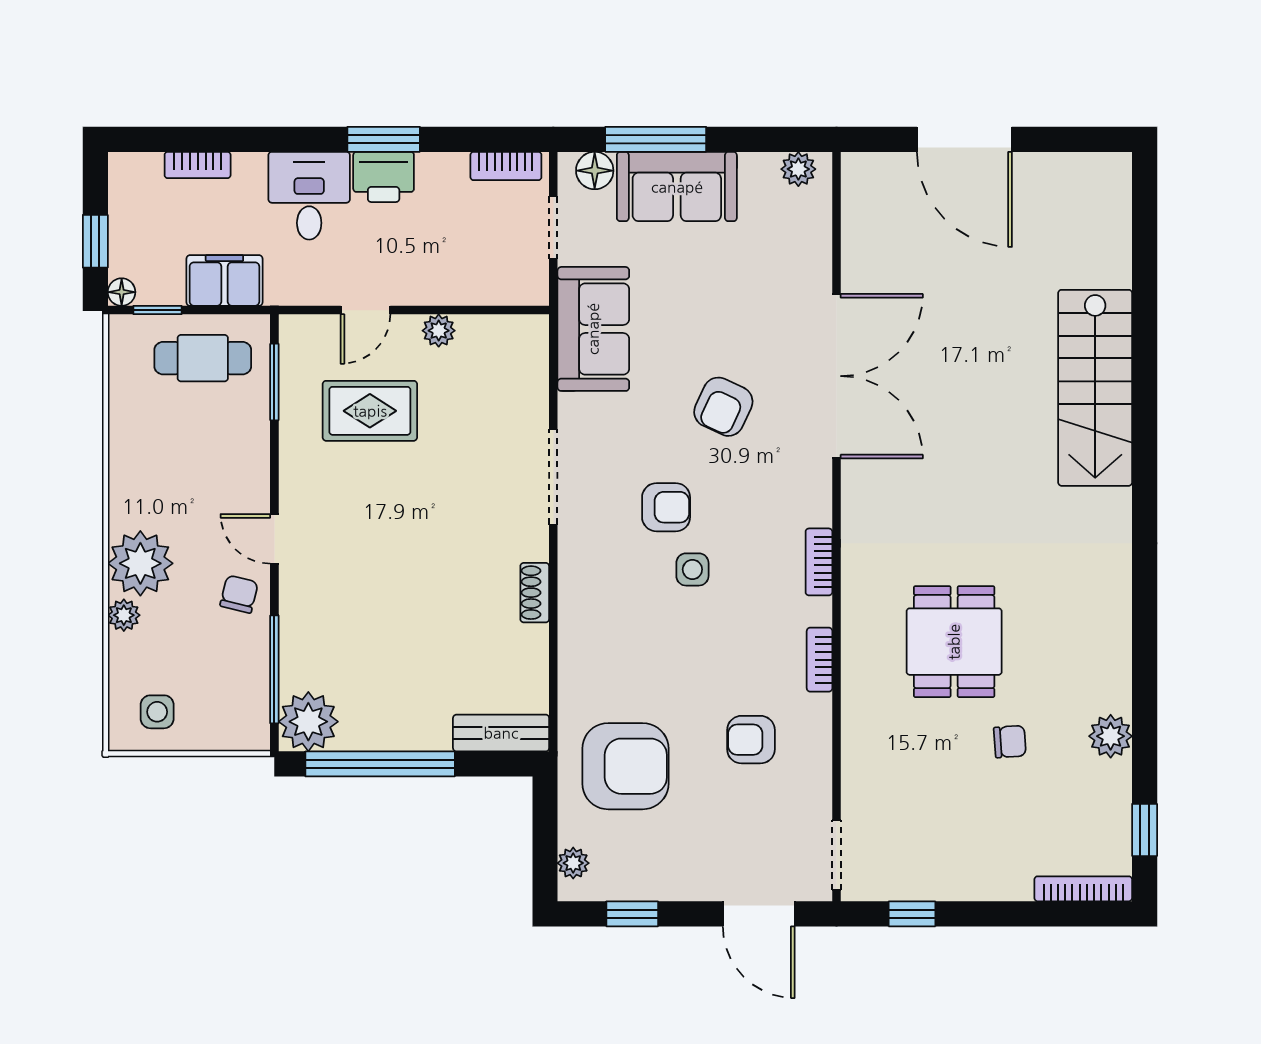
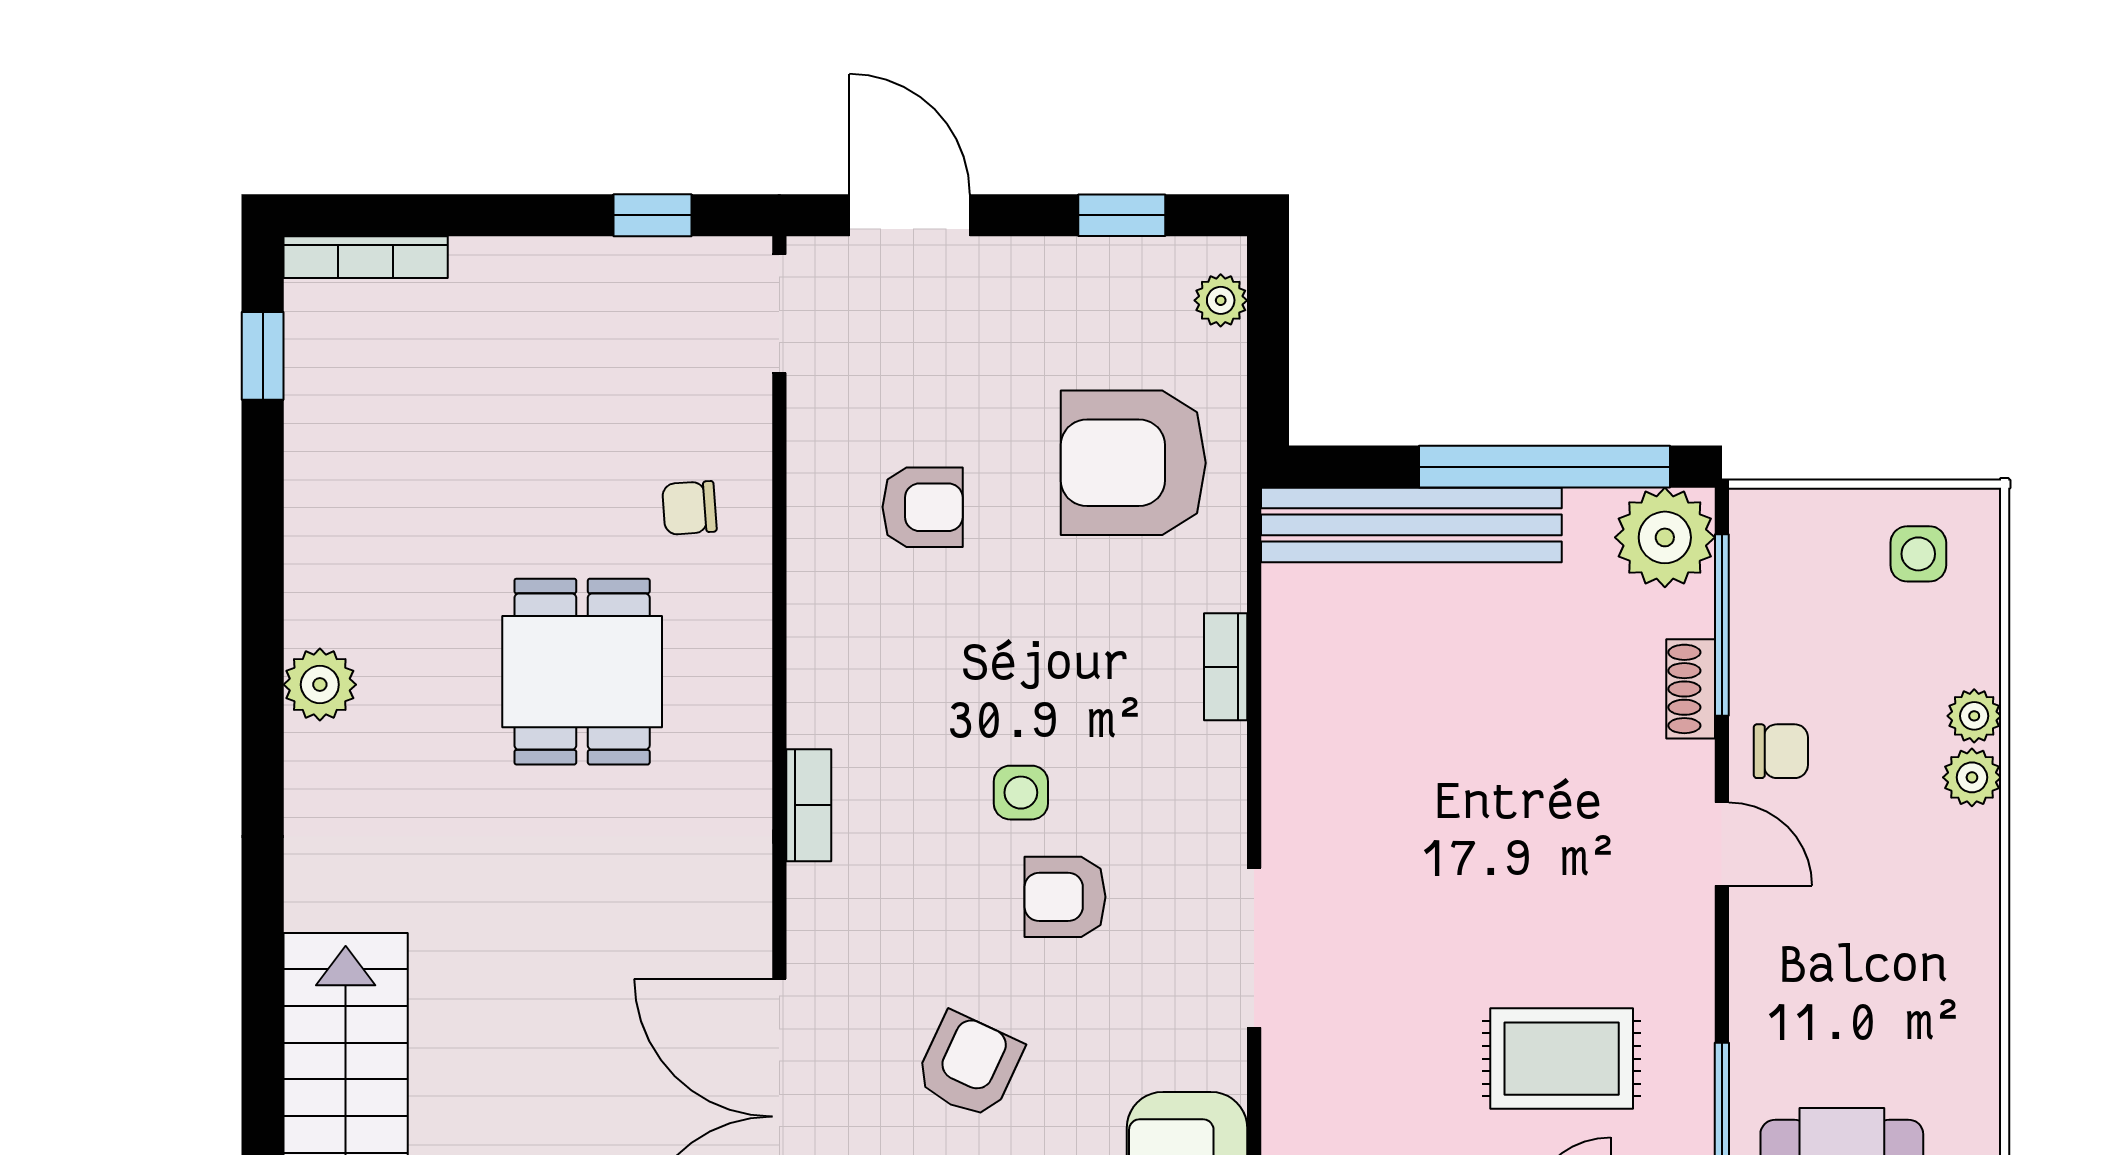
plant: (140, 563) -> (1972, 777), width x0.53, depth x0.53
shoe rack: (535, 593) -> (1691, 689), moved, turned 180
chair: (239, 594) -> (1781, 751), turned -104
bookcase: (820, 660) -> (1226, 667), moved, turned 180
bench: (501, 733) -> (1411, 525), width x1.86, depth x1.21
plant: (1111, 736) -> (320, 685), moved
chair: (1010, 742) -> (689, 508), moved

